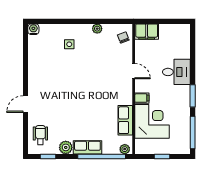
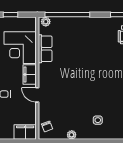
filing cabinet: (142, 98) -> (30, 74), width x2.00
plant: (66, 147) -> (101, 23), removed
row of seats: (87, 147) -> (81, 23), removed

